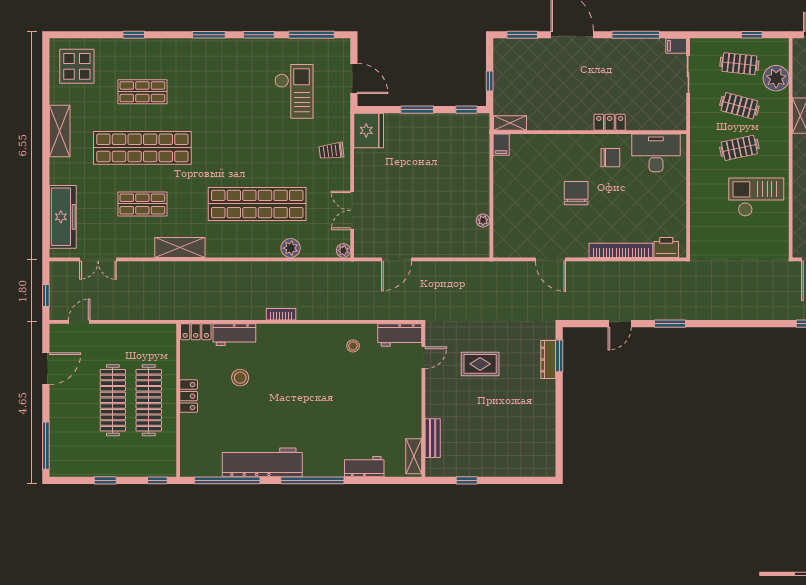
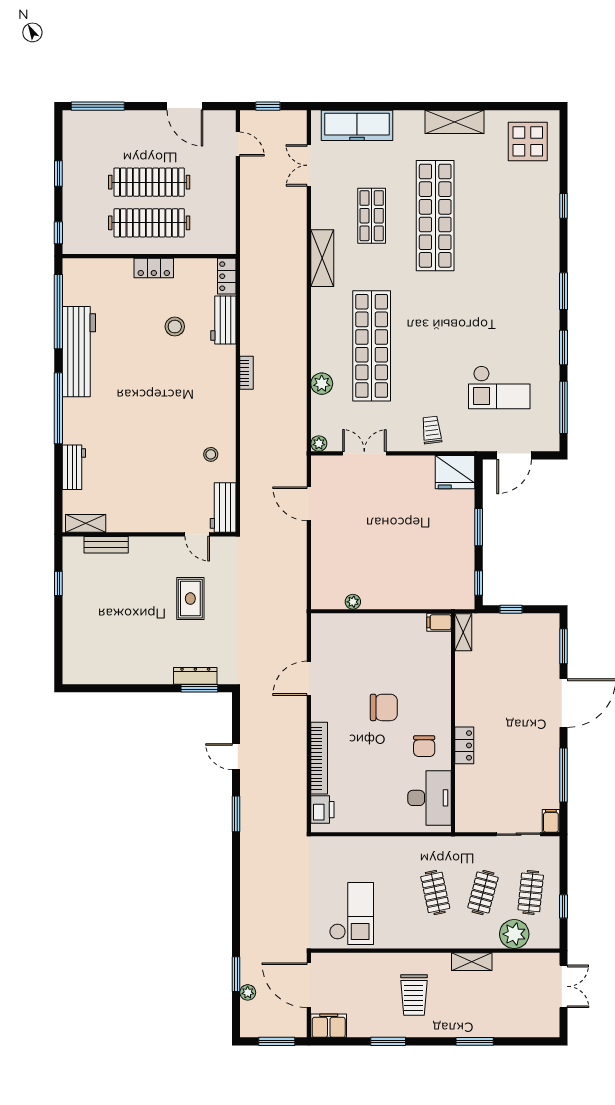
shop shelf: (142, 92) -> (499, 216), removed
checkout: (756, 197) -> (351, 914), moved

